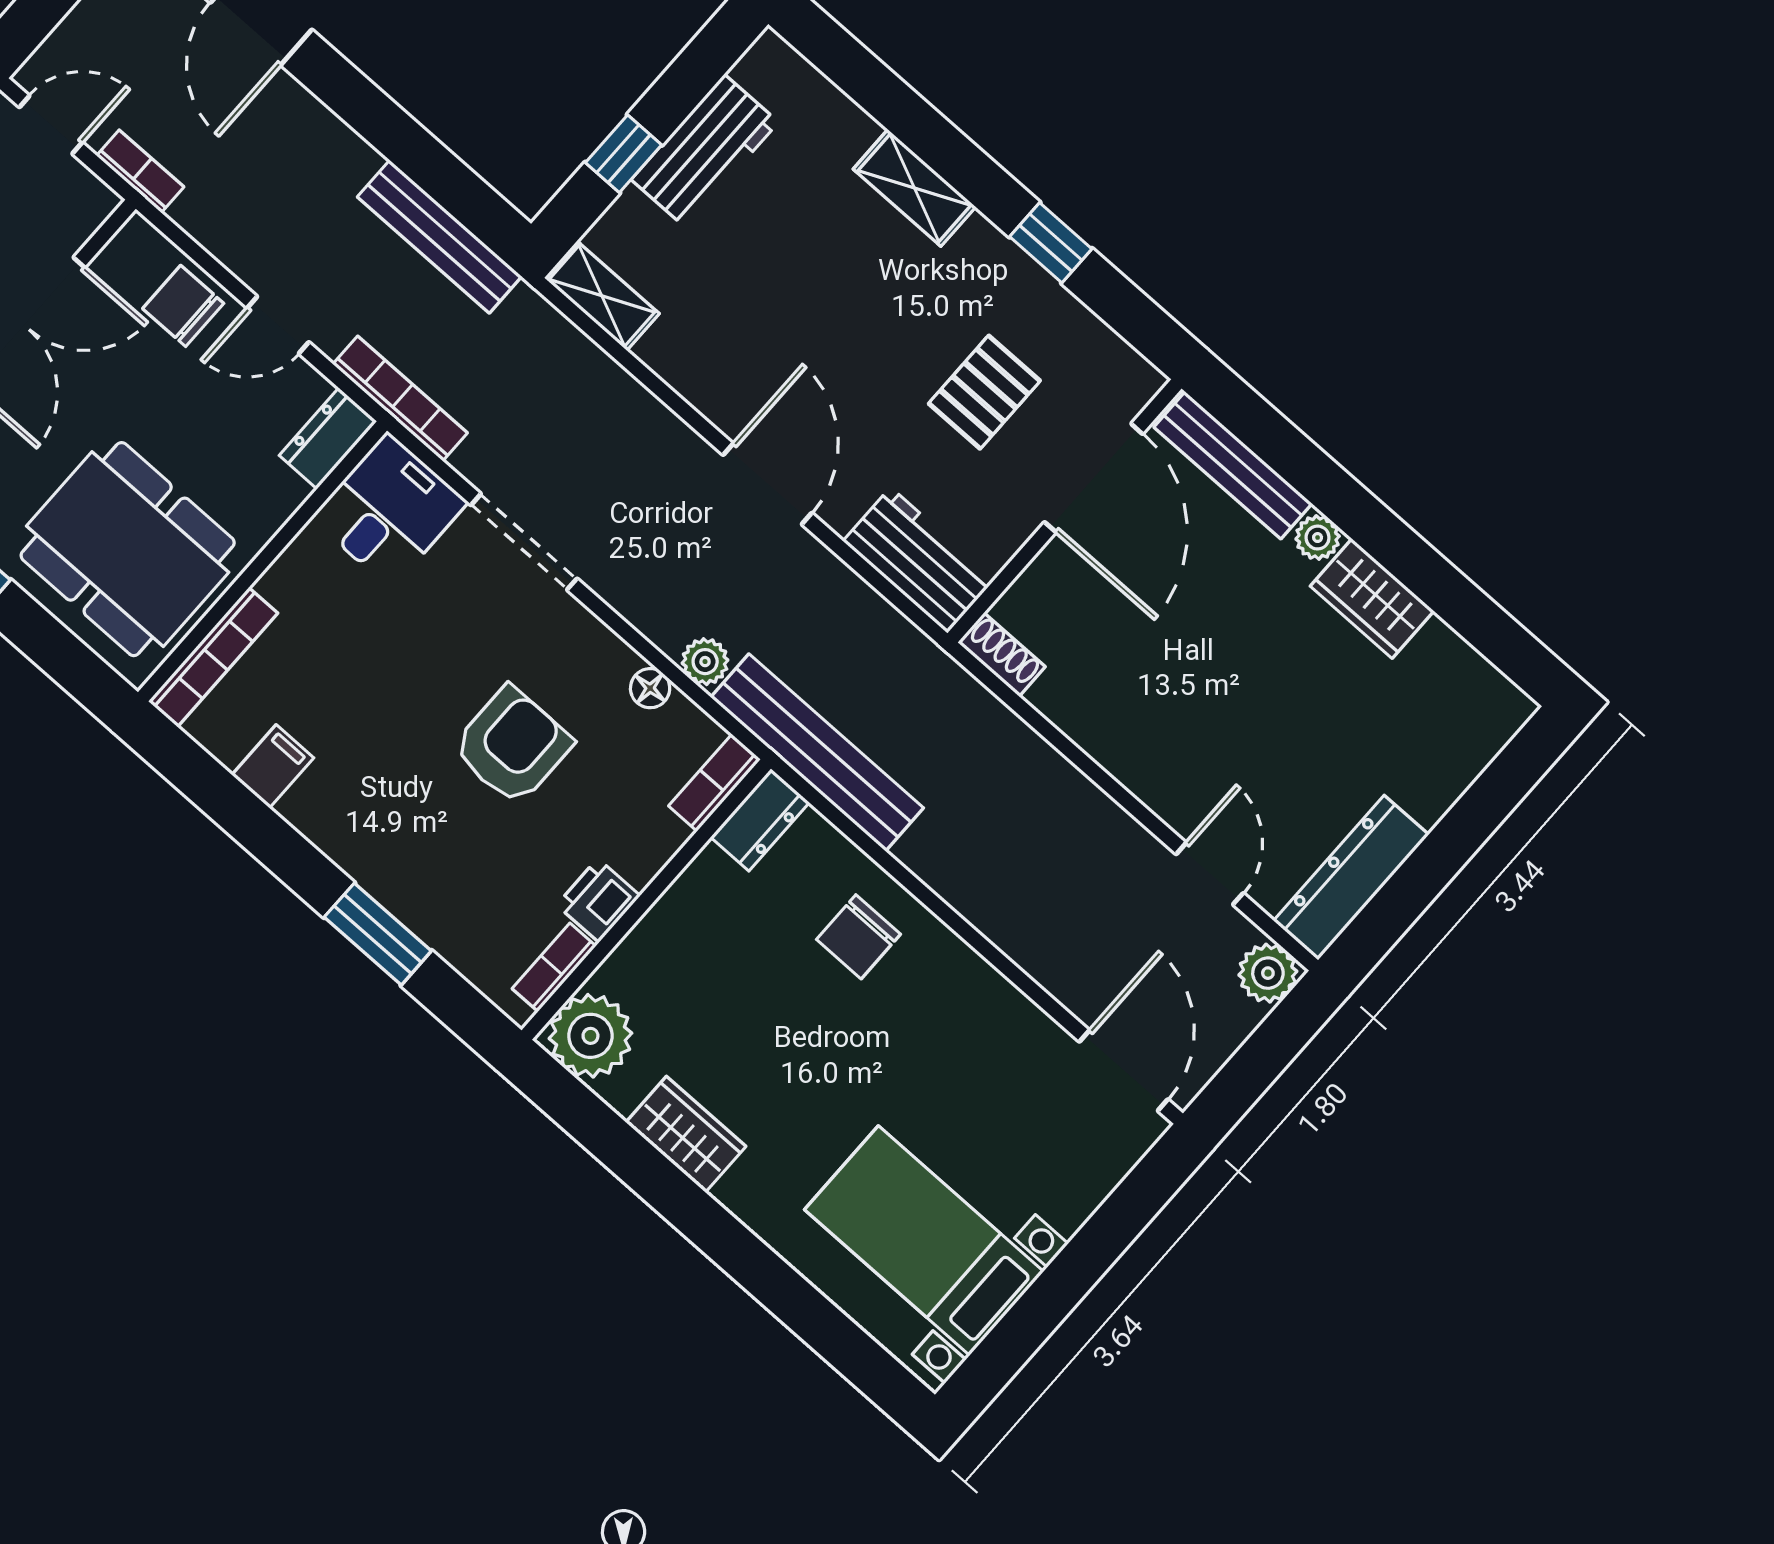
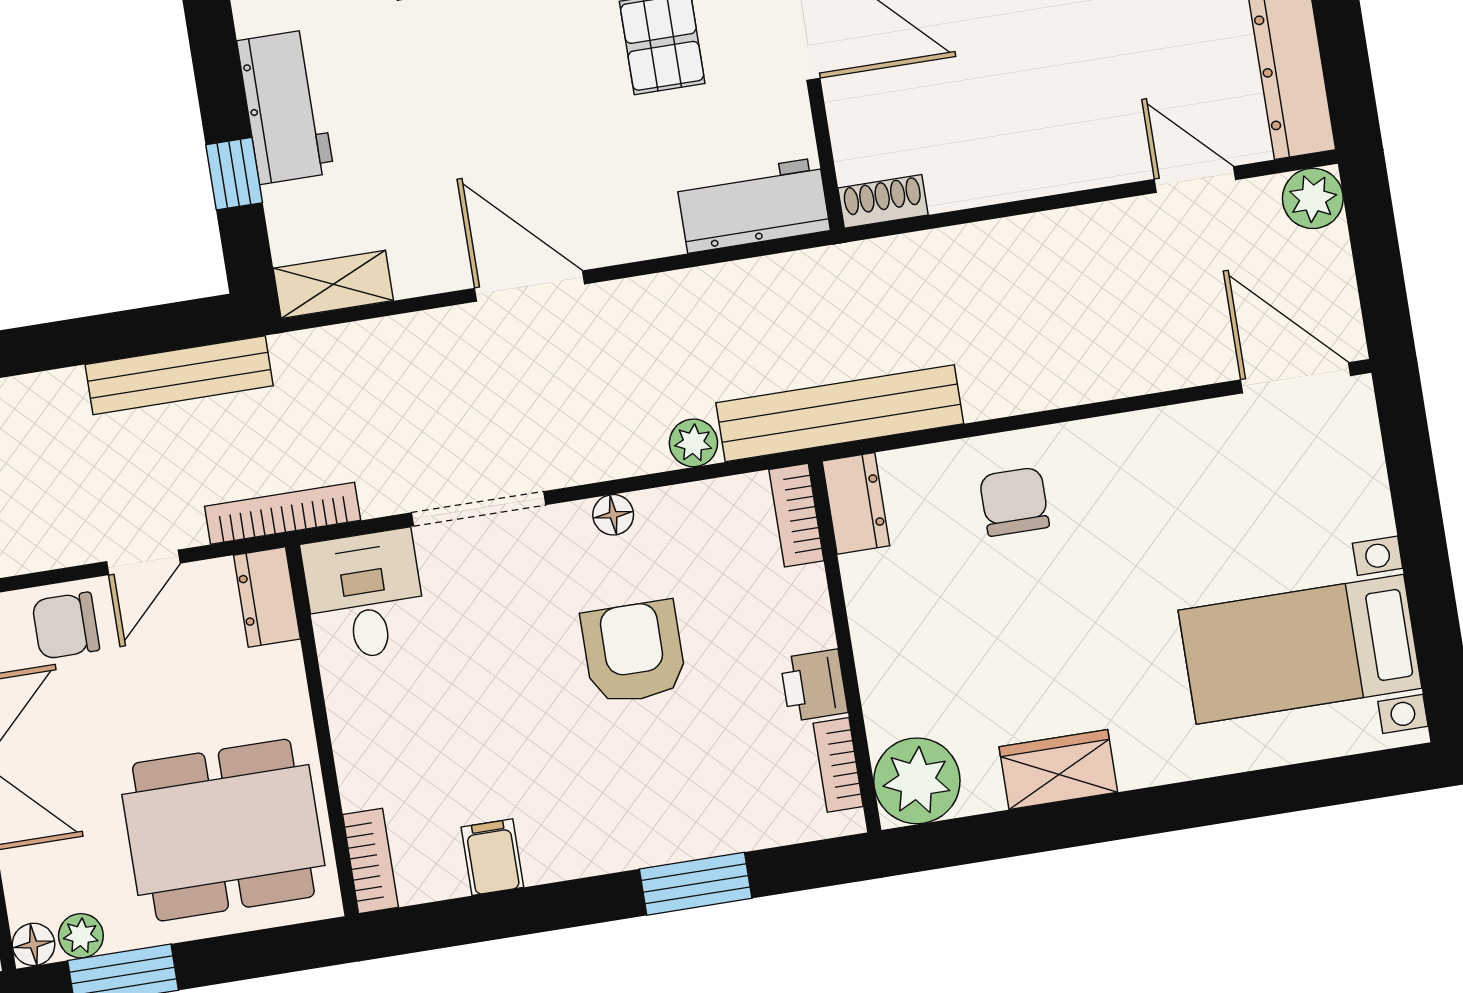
door: (767, 484) -> (530, 286), moved
bookcase: (213, 657) -> (371, 861), width x0.64
floor lamp: (650, 688) -> (613, 515), moved
chair: (858, 937) -> (1014, 502), turned 180

